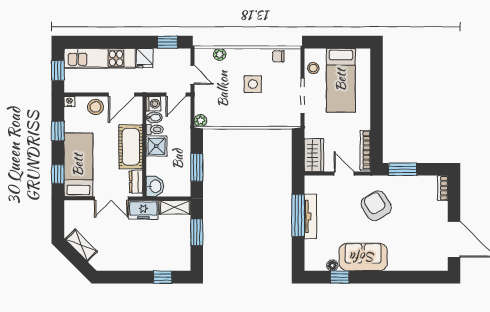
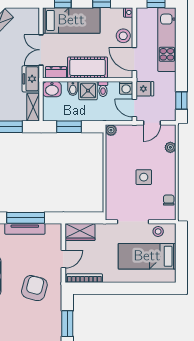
fridge: (145, 58) -> (145, 89), moved, turned 180
bidet: (154, 118) -> (73, 89), moved
window: (403, 169) -> (67, 324), moved
armchair: (376, 206) -> (34, 288), turned -44

